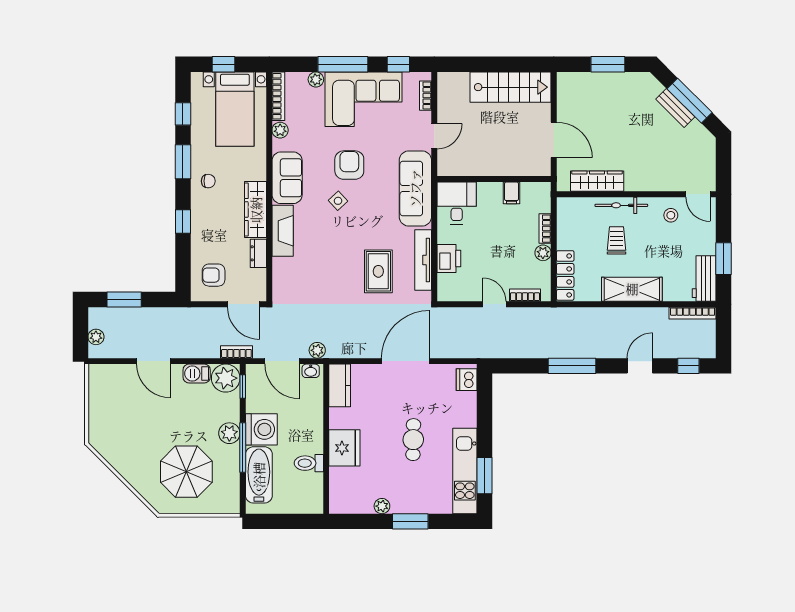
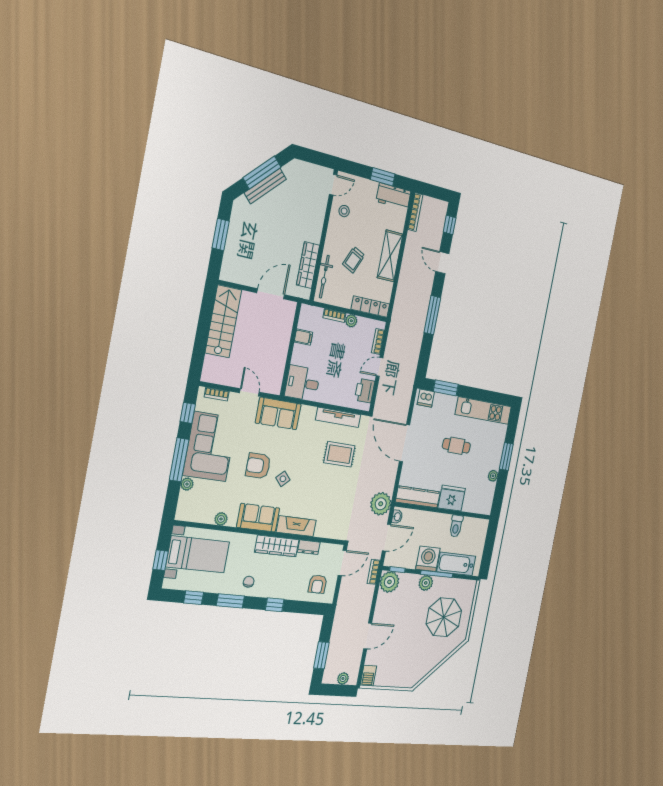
bookcase: (278, 96) -> (194, 517), removed
bench: (675, 108) -> (265, 186), width x1.36
sofa: (415, 188) -> (278, 413), width x0.73
bicycle: (621, 205) -> (324, 277), moved
trolley: (616, 240) -> (354, 260), turned -65
printer: (449, 258) -> (365, 391), moved, turned -90
plant: (317, 350) -> (381, 504), width x1.88, depth x1.88
barbecue: (197, 374) -> (368, 676), moved
kitchen counter: (340, 385) -> (418, 497), width x1.50
window: (485, 476) -> (446, 388), moved

